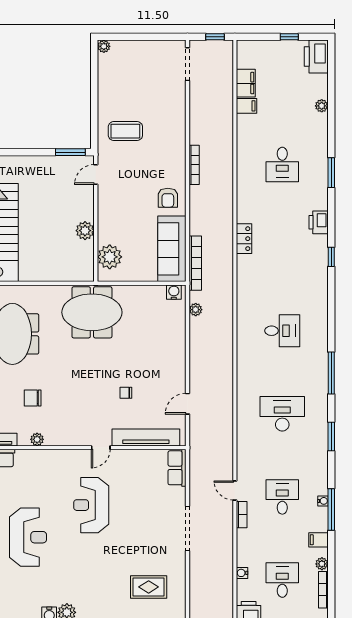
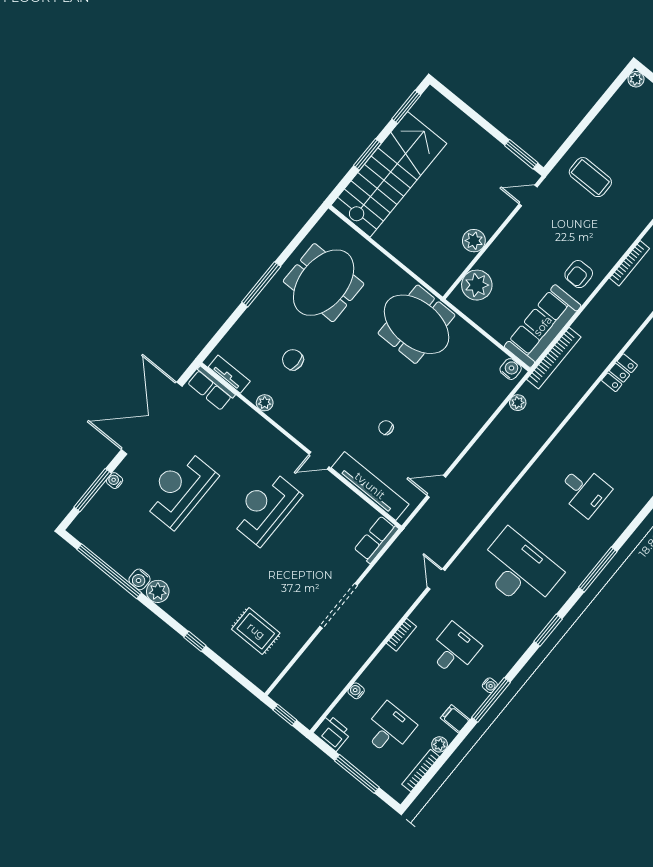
desk: (282, 414) -> (519, 570), width x1.36, depth x1.30
door: (235, 491) -> (436, 579), moved
reception desk: (28, 537) -> (179, 489), turned 180

